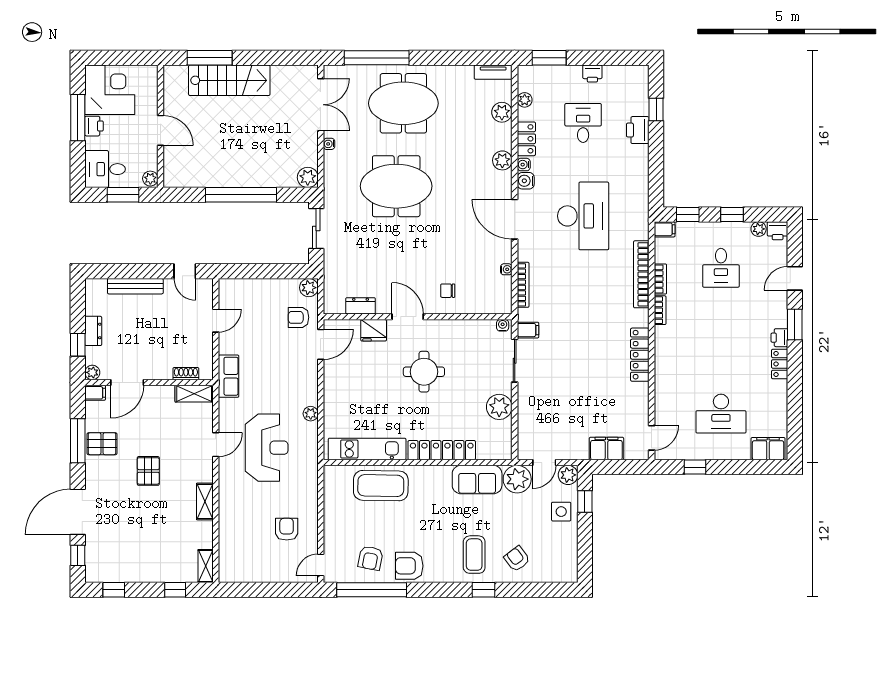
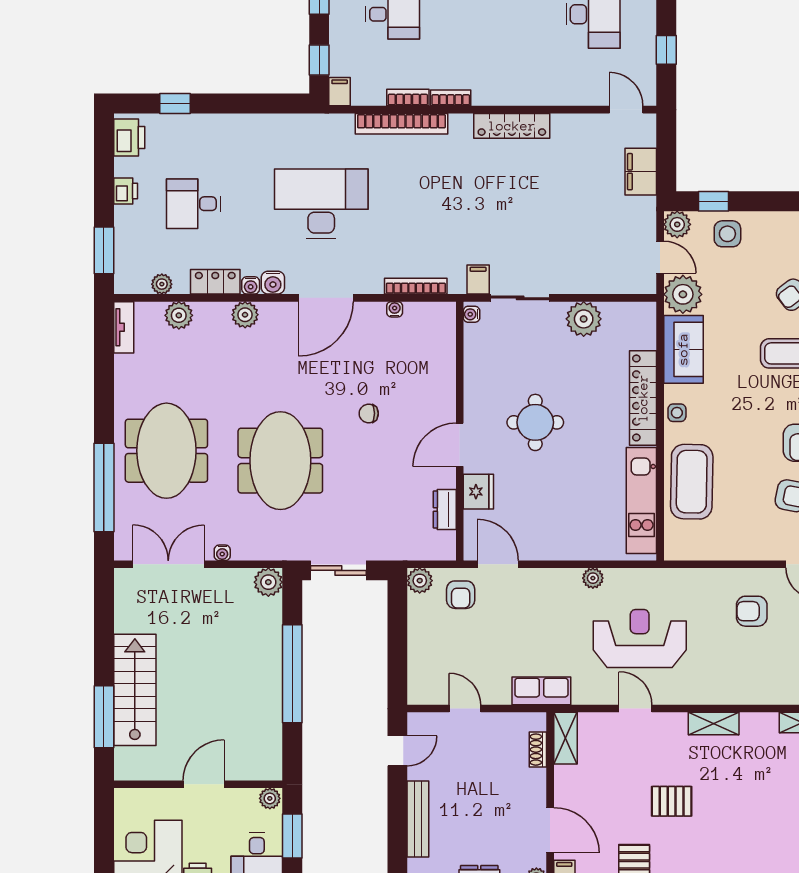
printer: (638, 130) -> (129, 137), moved, turned -90
chair: (448, 291) -> (369, 413), moved, turned 90
side table: (431, 475) -> (677, 413), added

